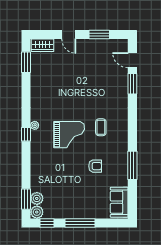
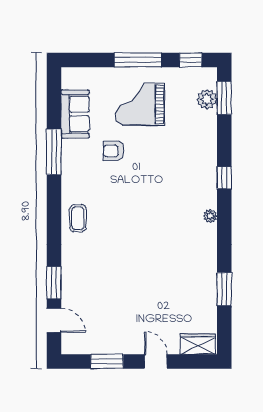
window: (26, 62) -> (224, 289), moved
coffee table: (101, 127) -> (78, 218), moved
window: (26, 134) -> (224, 178), moved
grand piano: (69, 135) -> (140, 104), moved
sofa: (119, 202) -> (75, 114), moved
plant: (37, 212) -> (207, 77), removed

